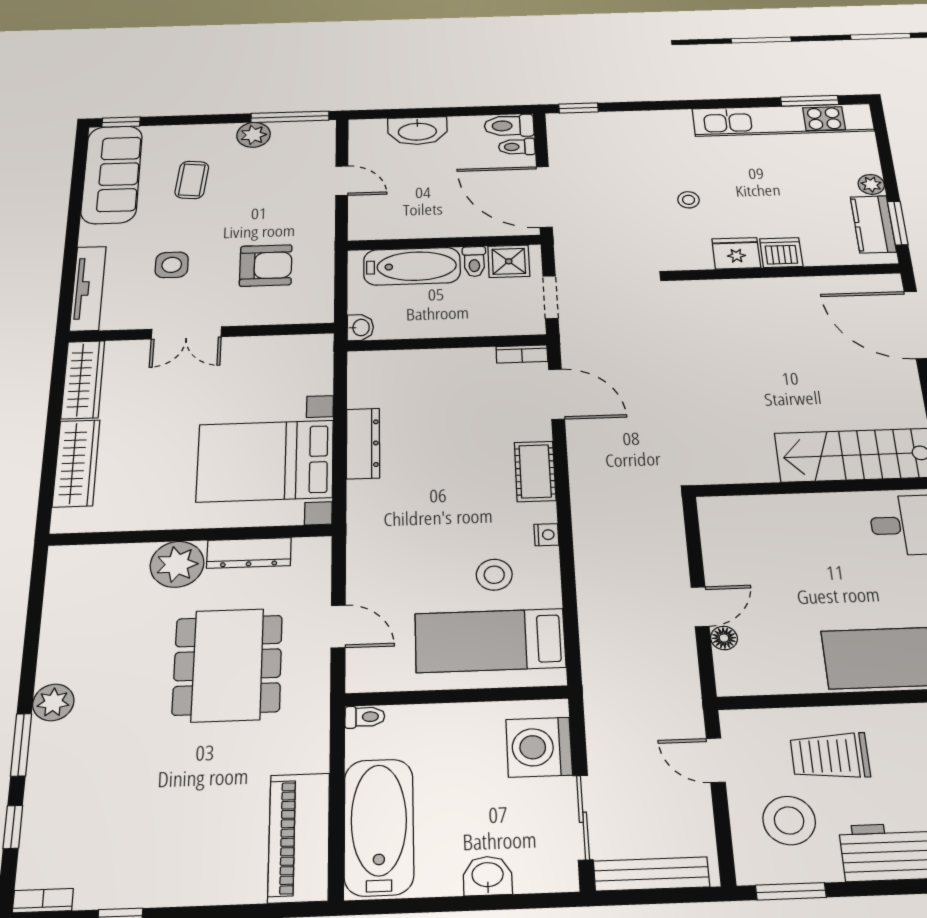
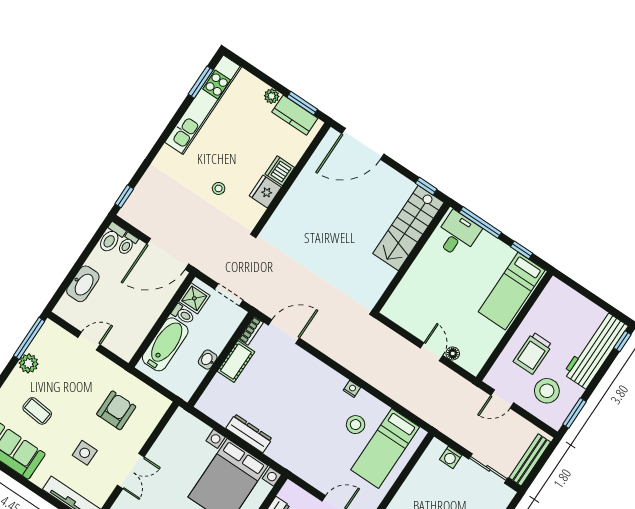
washbasin: (360, 328) -> (208, 360), moved, turned -90
cot: (535, 471) -> (236, 362), moved, turned 90
washing machine: (539, 747) -> (451, 457), width x0.53, depth x0.53

